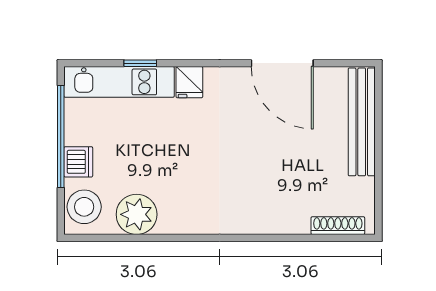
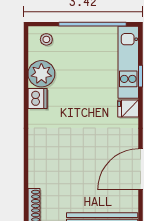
dishwasher: (78, 162) -> (37, 98), moved, turned -90
stool: (84, 207) -> (46, 39), width x0.53, depth x0.53

